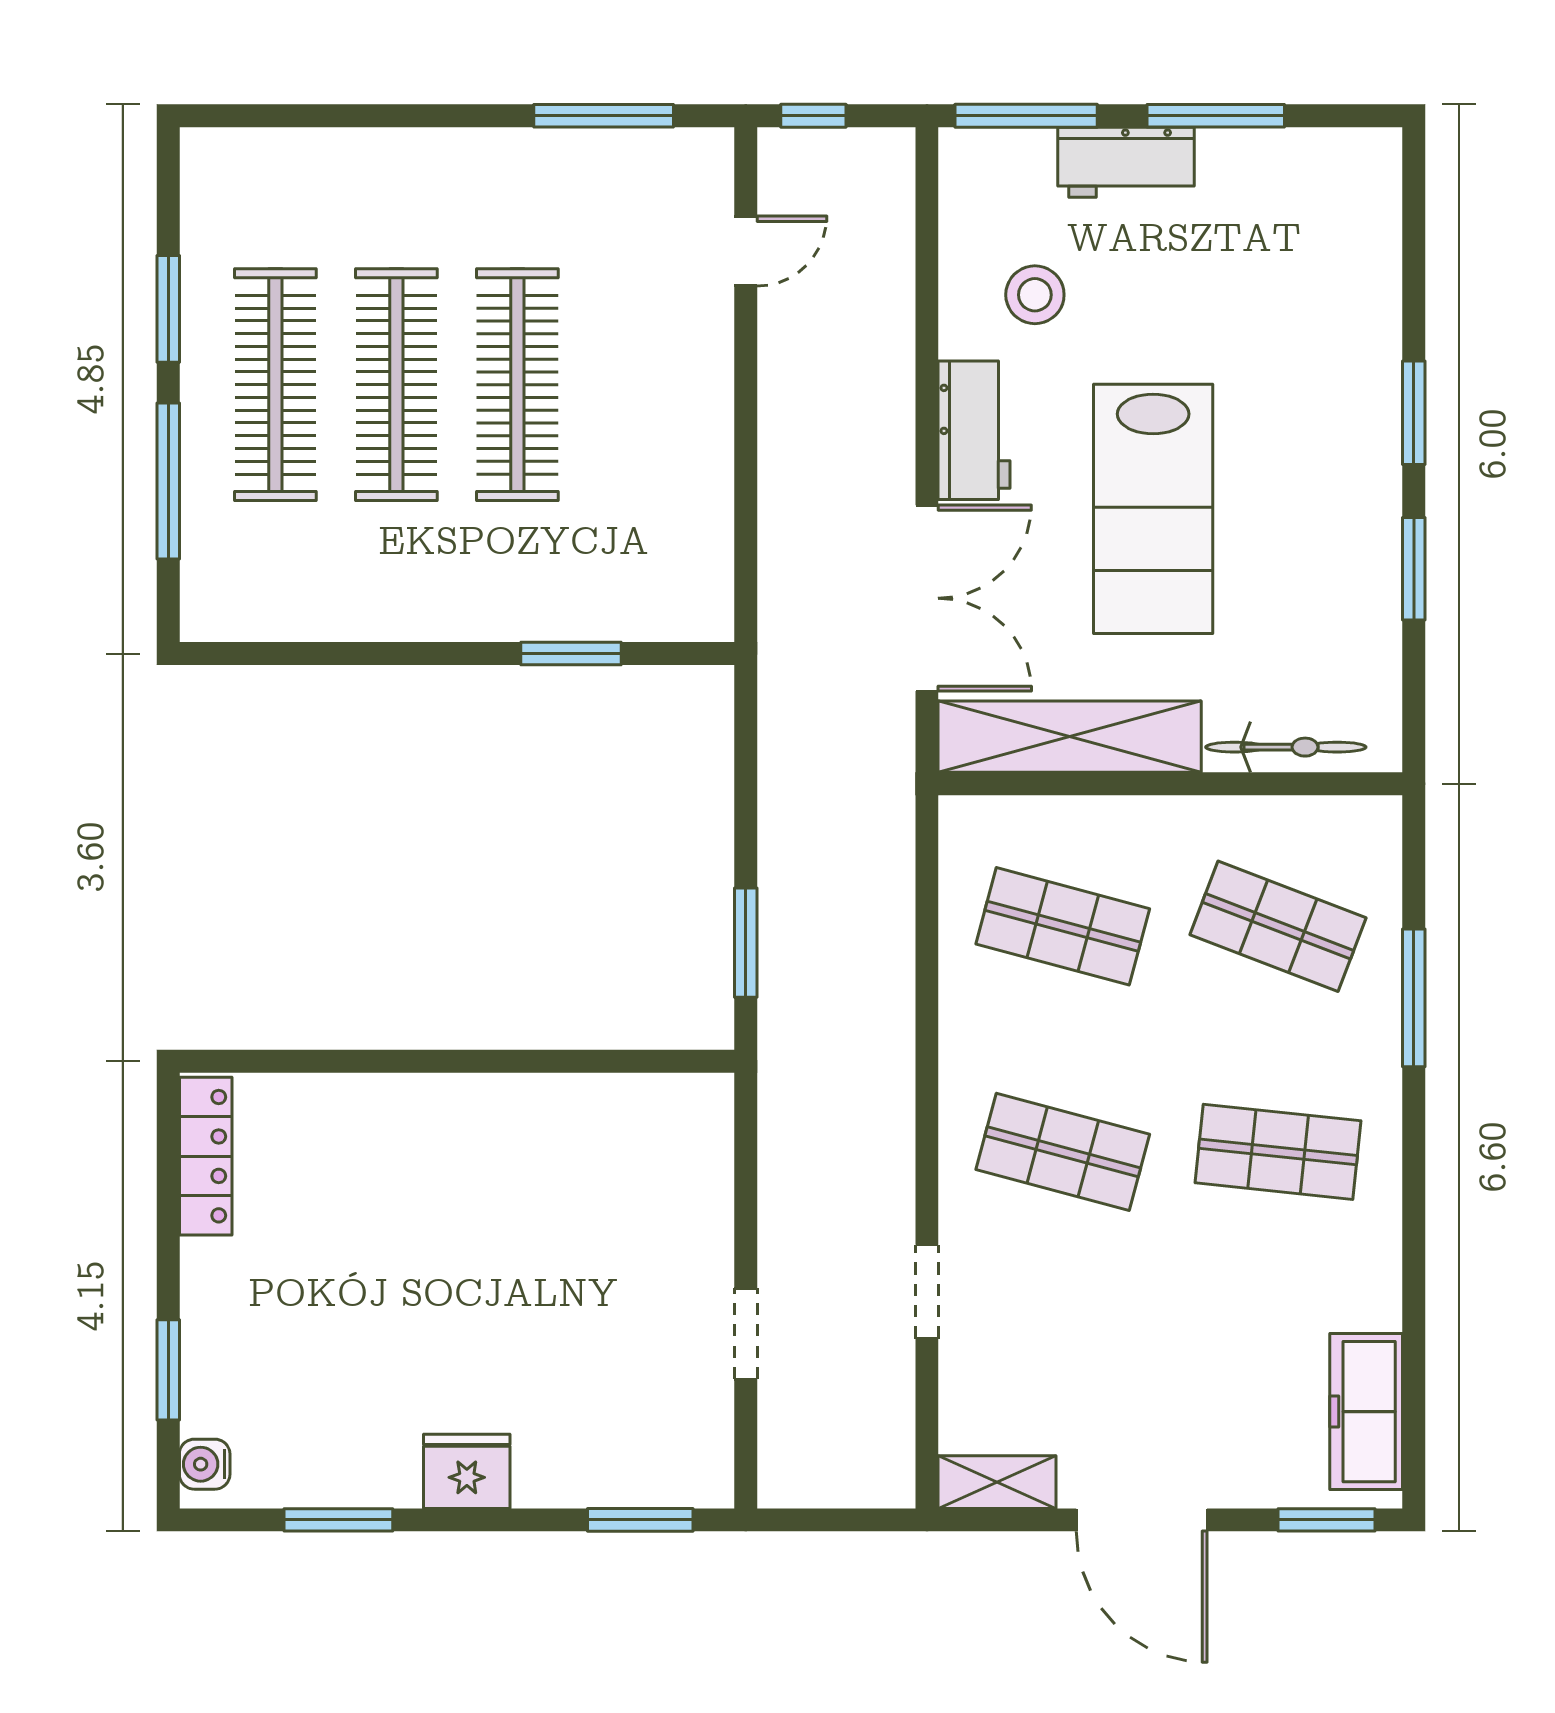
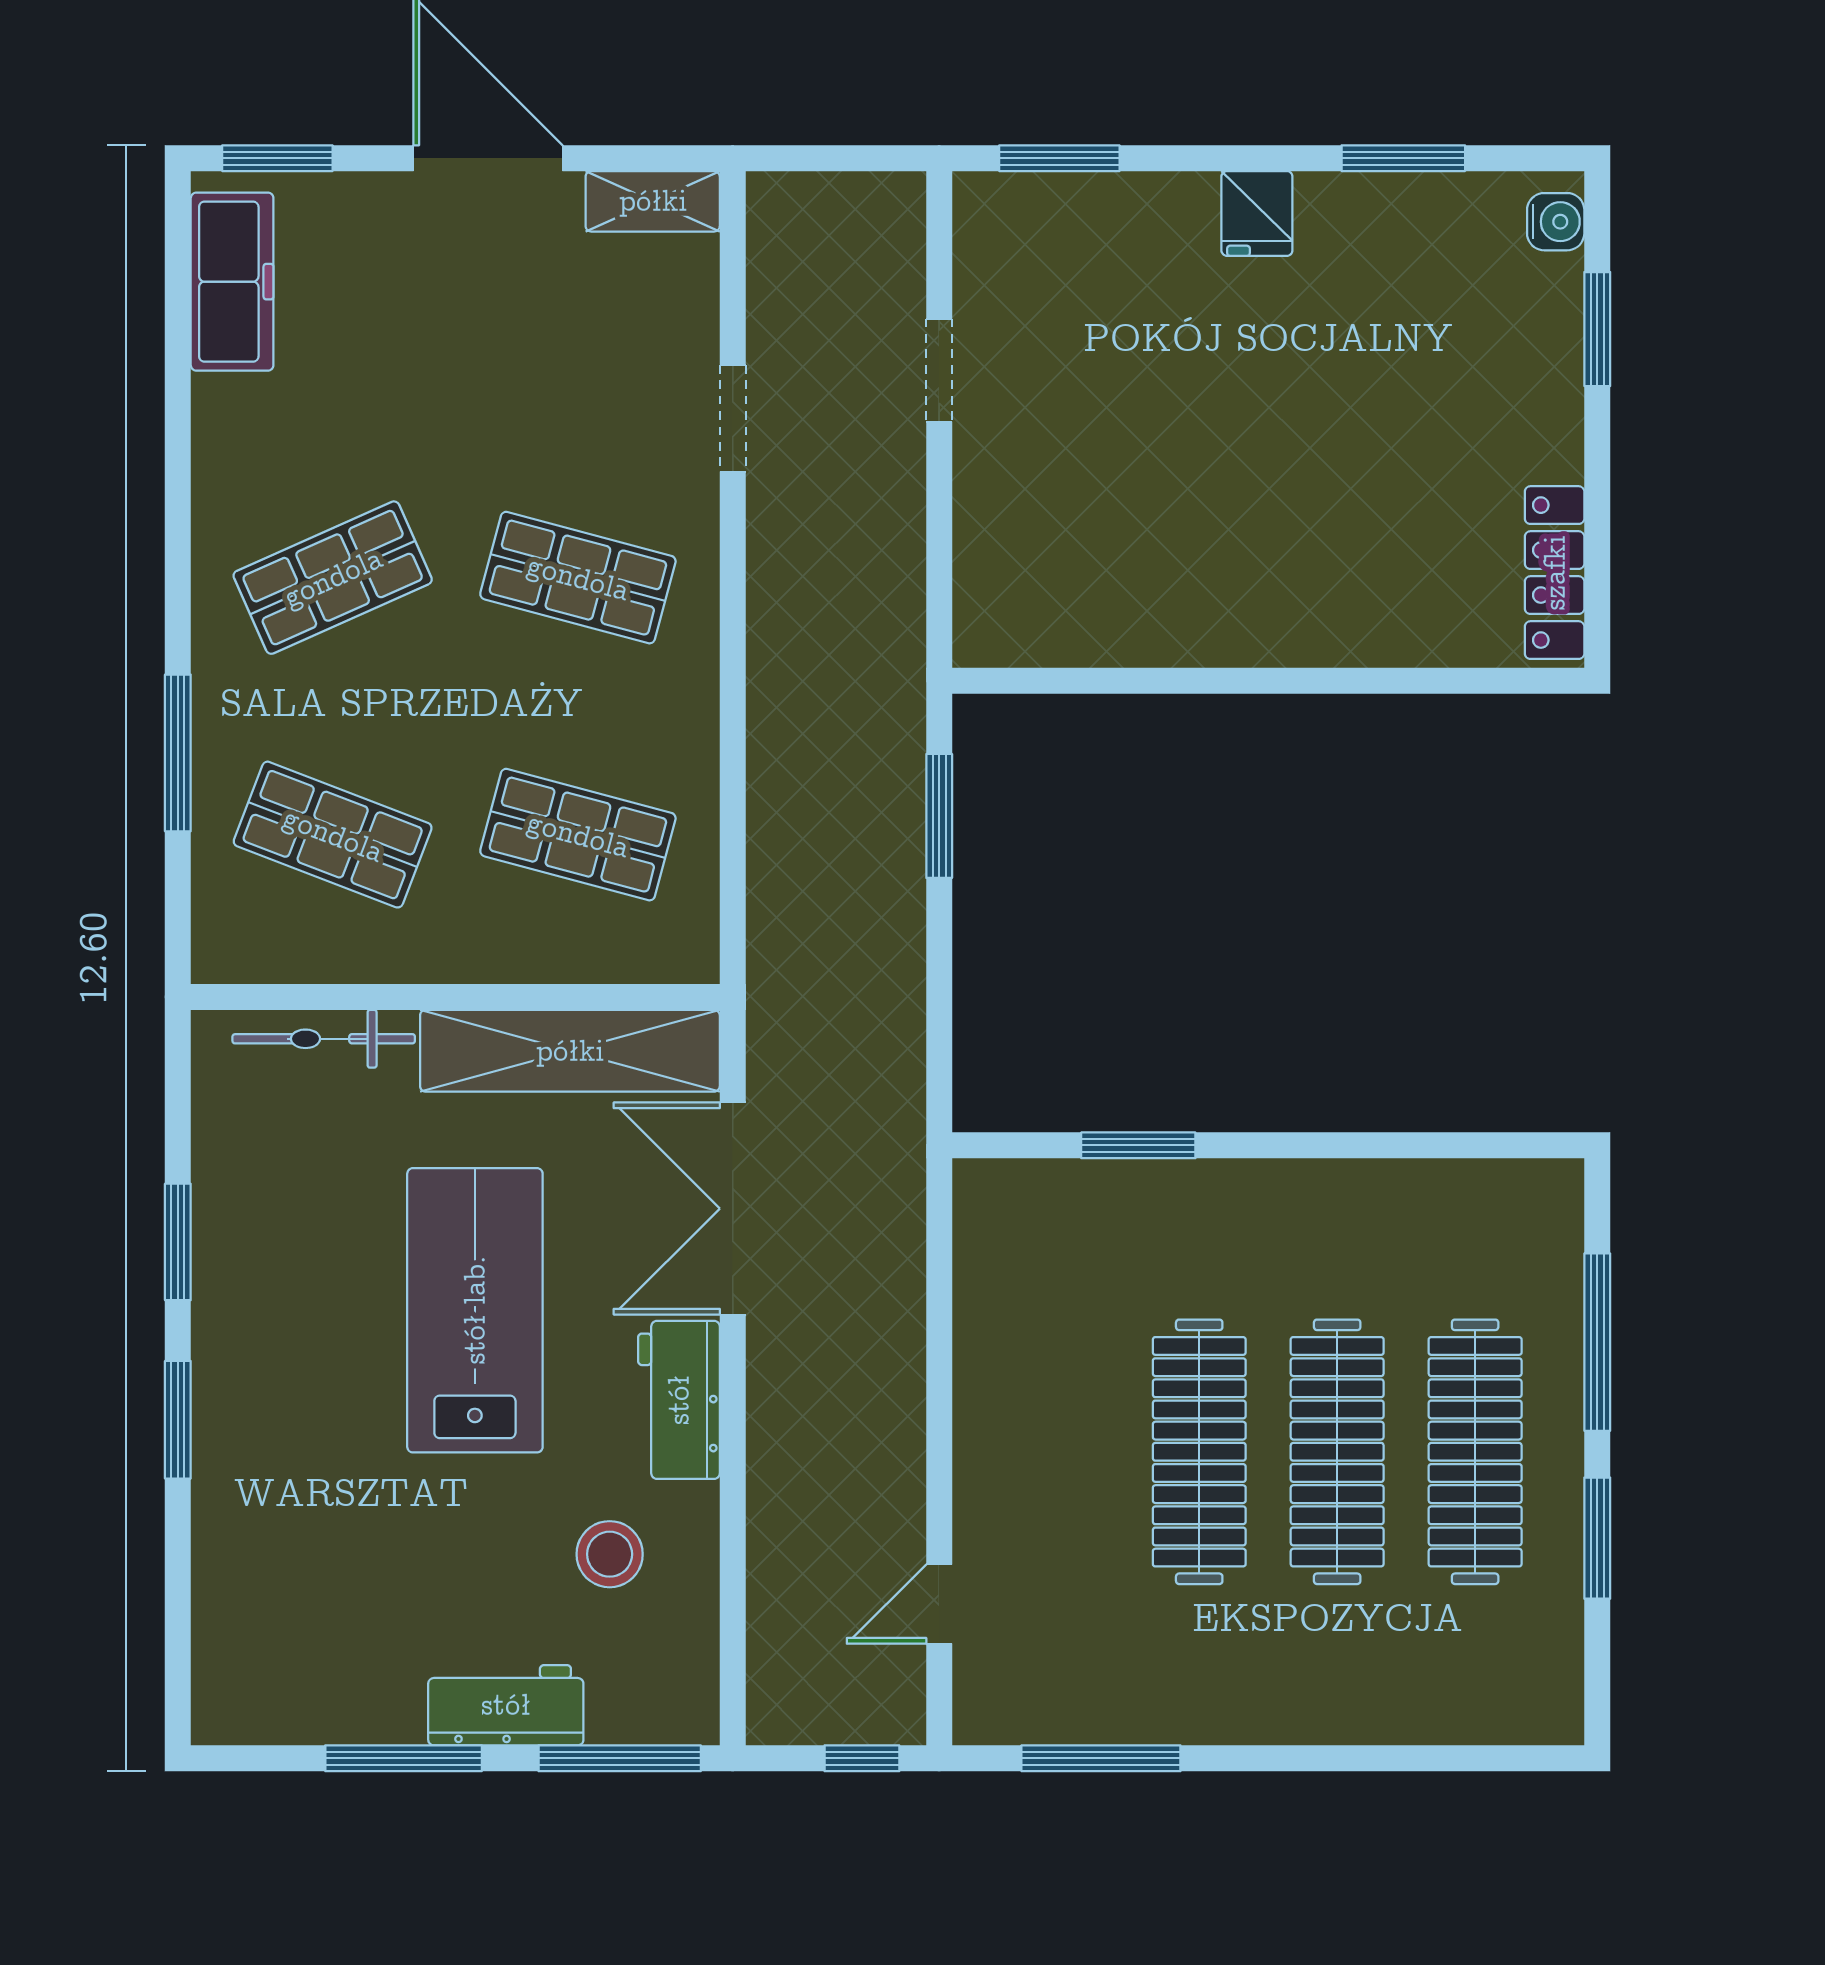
shop shelf: (1278, 1152) -> (333, 578), turned -30
fridge: (467, 1471) -> (1257, 213), width x0.72

